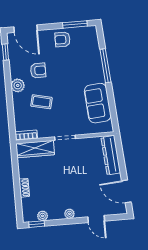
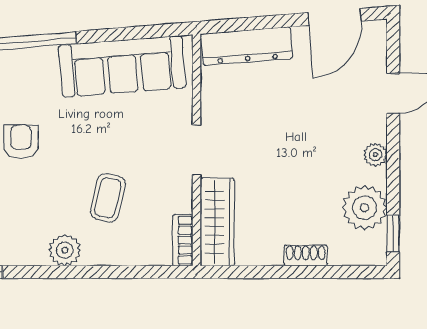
armchair: (38, 70) -> (21, 142), moved
sofa: (98, 103) -> (122, 66), width x1.36
plant: (43, 216) -> (365, 208), width x1.87, depth x1.87

